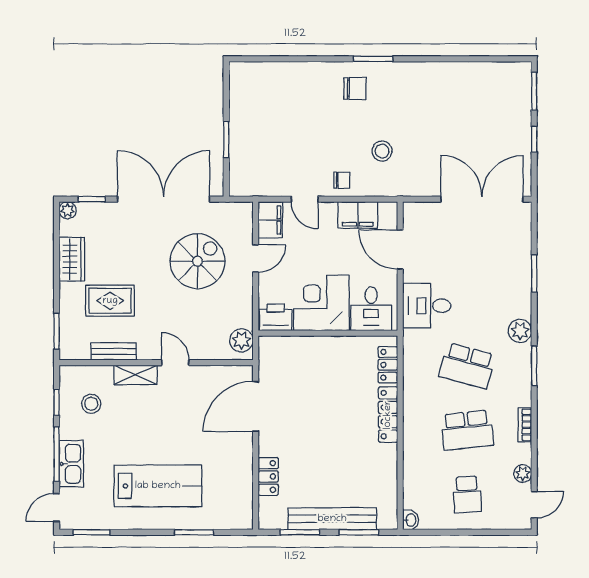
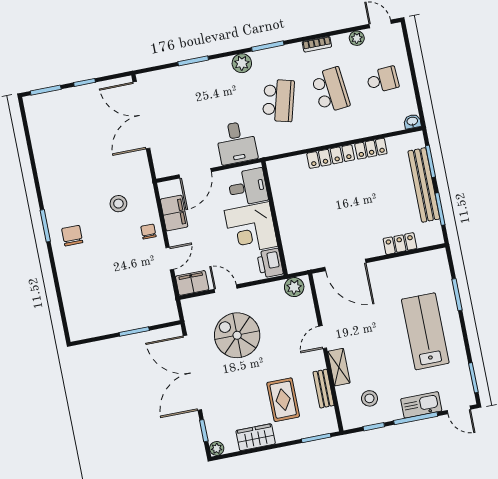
locker: (388, 365) -> (371, 149), moved

